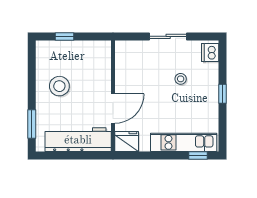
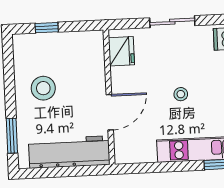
stool: (181, 79) -> (181, 94), moved
fridge: (127, 142) -> (121, 51), moved, turned 90

